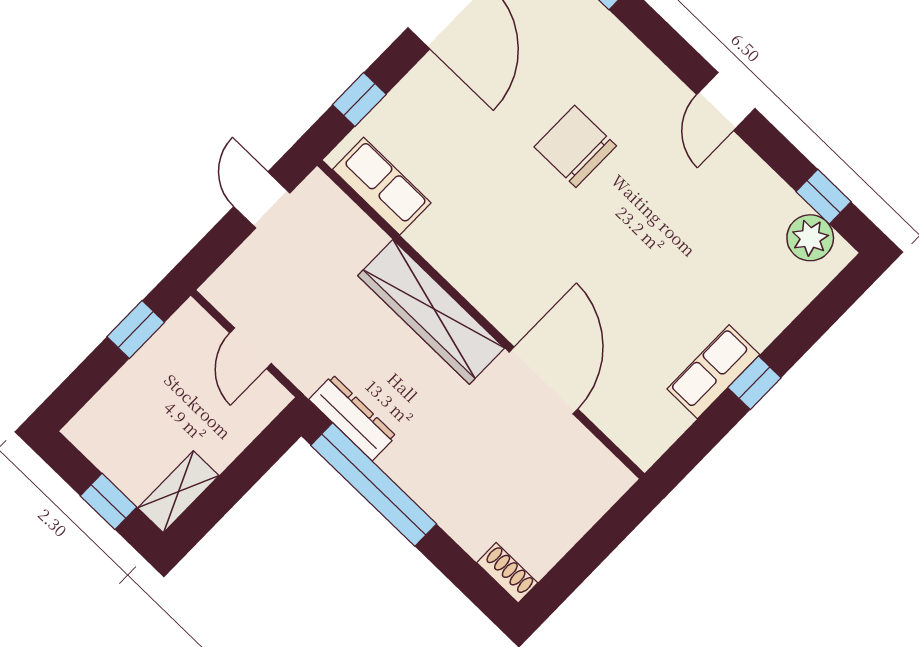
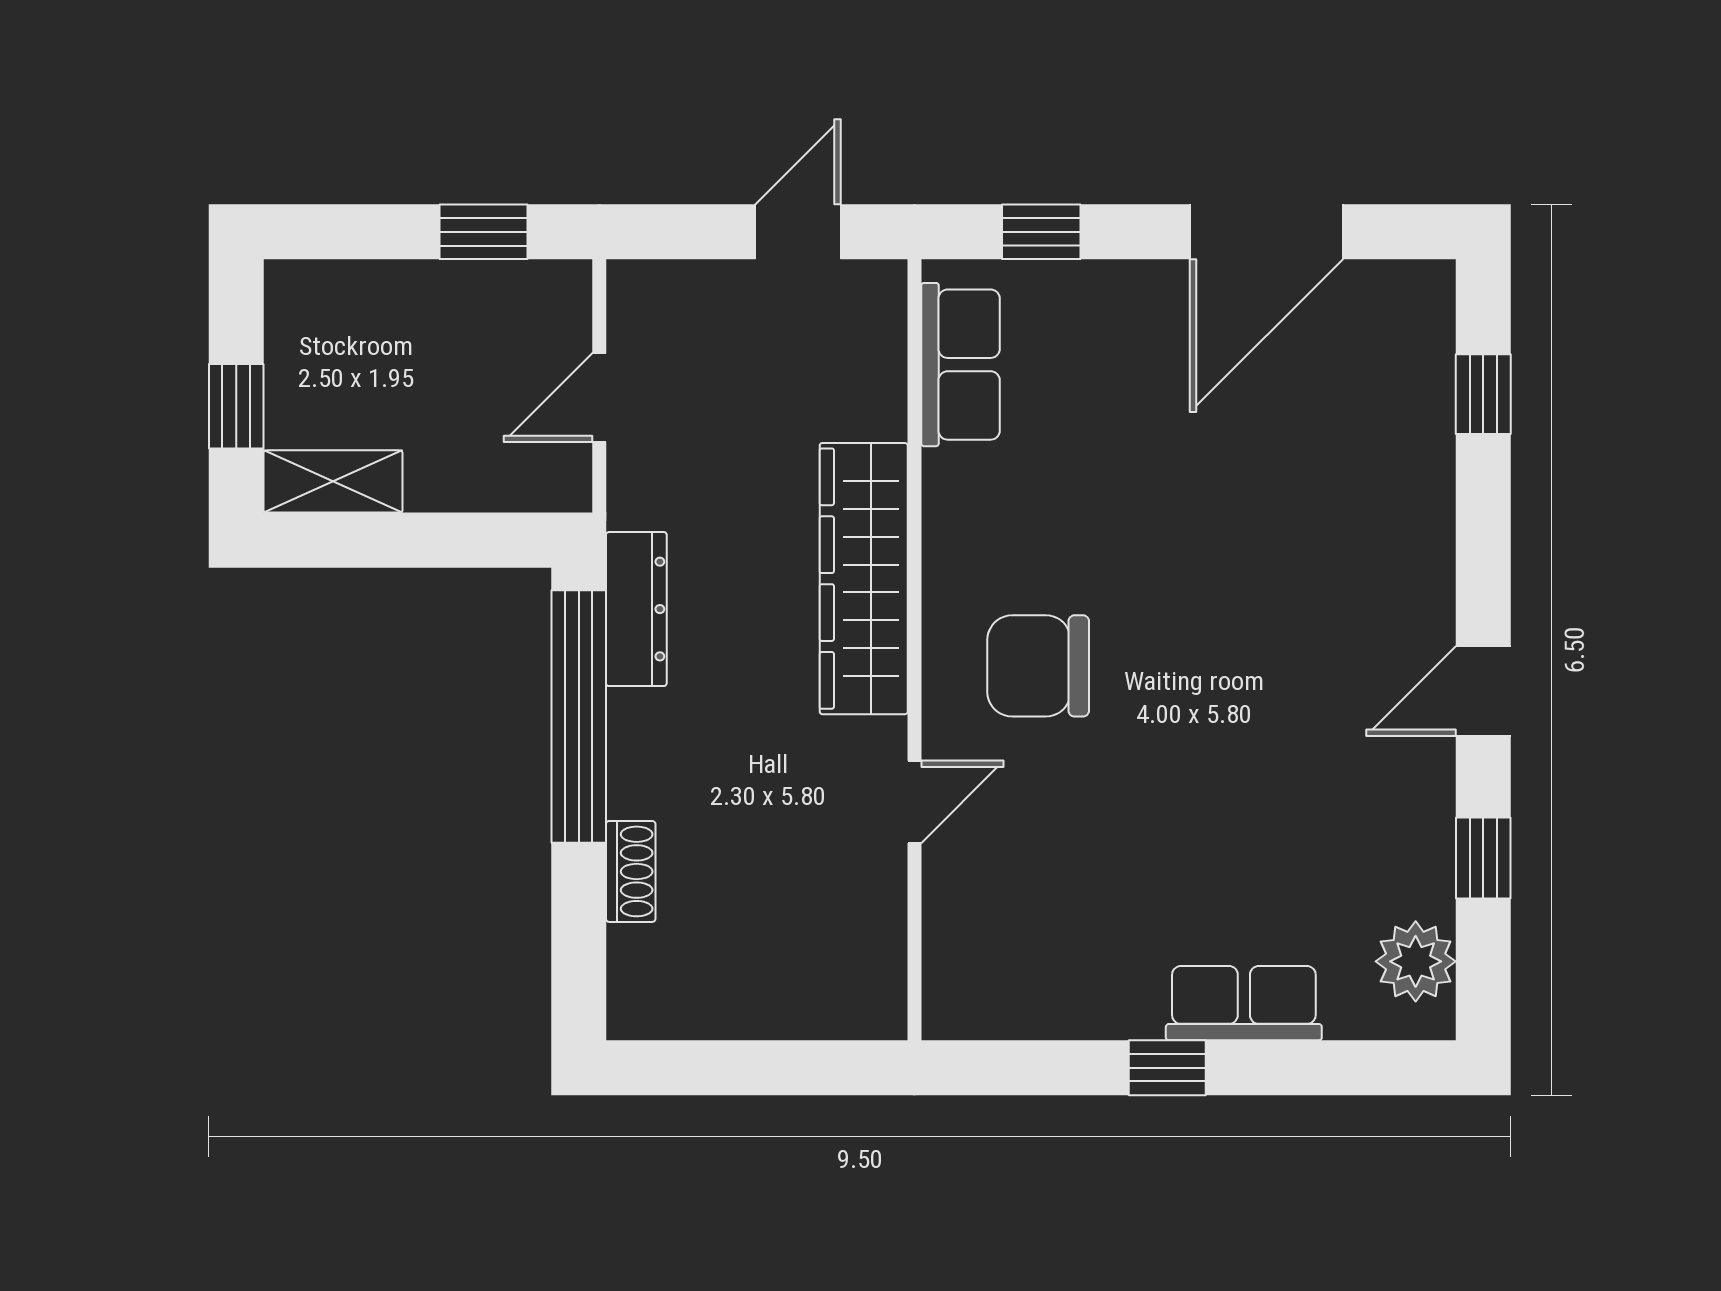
chair: (575, 146) -> (1038, 666), moved, turned -90
window: (824, 197) -> (1483, 858), moved
row of seats: (713, 372) -> (1244, 1003), moved
door: (544, 380) -> (915, 802), width x0.53
shoe rack: (507, 573) -> (631, 871), moved

